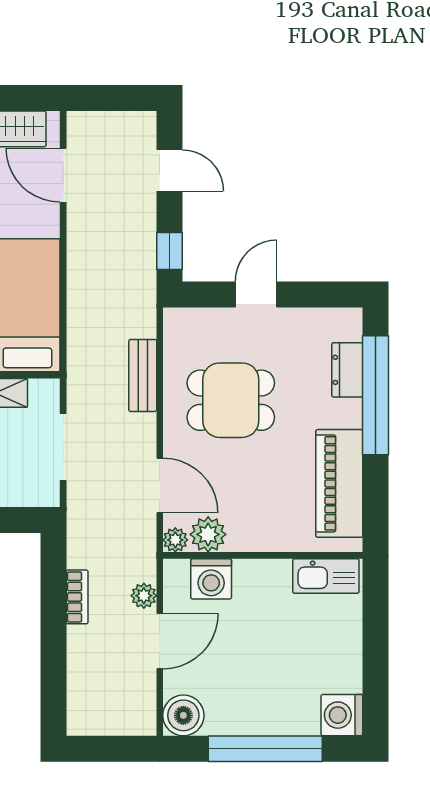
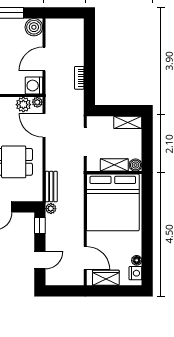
door: (169, 170) -> (40, 260), swing flipped
bench: (143, 375) -> (51, 187), moved
washing machine: (211, 579) -> (34, 86), moved, turned -90
plant: (144, 596) -> (51, 209), moved

